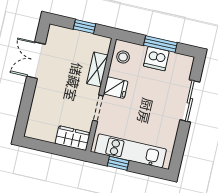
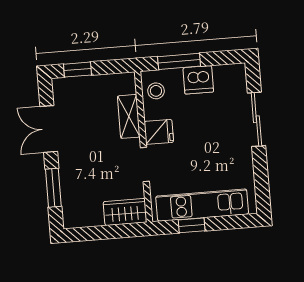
window: (84, 27) -> (77, 70), moved
window: (160, 44) -> (179, 61), moved
window: (26, 104) -> (53, 188), added

